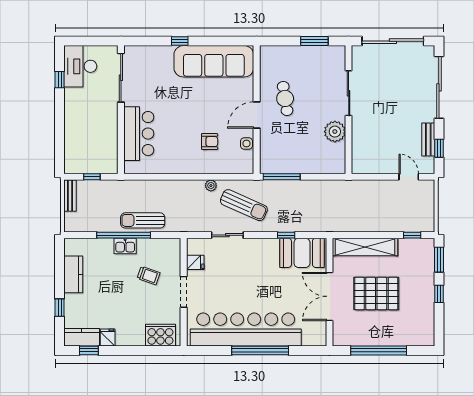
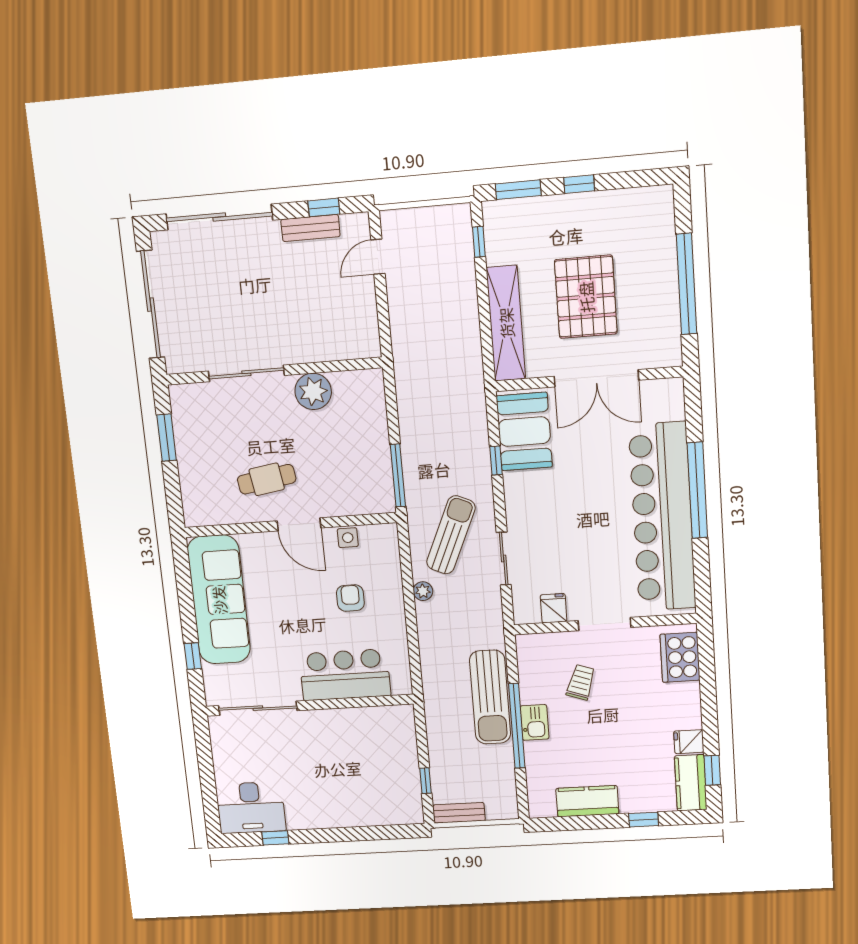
sliding door: (121, 78) -> (258, 708), moved
wall: (121, 110) -> (309, 705), moved
bar counter: (139, 134) -> (345, 675), moved
sun lounger: (143, 220) -> (490, 697), width x1.36, depth x1.34

